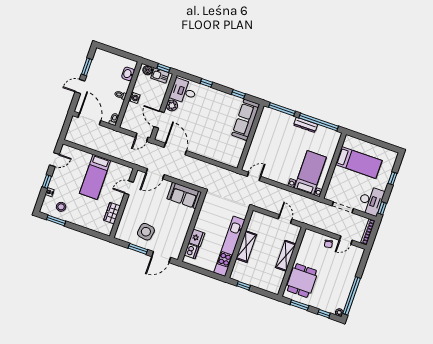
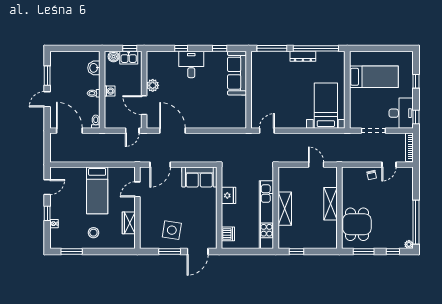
desk: (183, 91) -> (191, 64), moved, turned 90
stool: (61, 207) -> (93, 233), moved
fridge: (197, 238) -> (228, 195), moved

